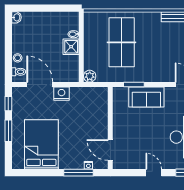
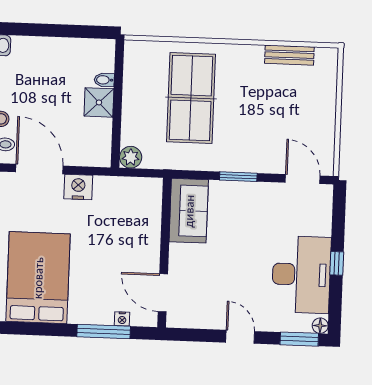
window: (134, 85) -> (238, 177), moved
sofa: (146, 97) -> (189, 211), moved, turned -90

